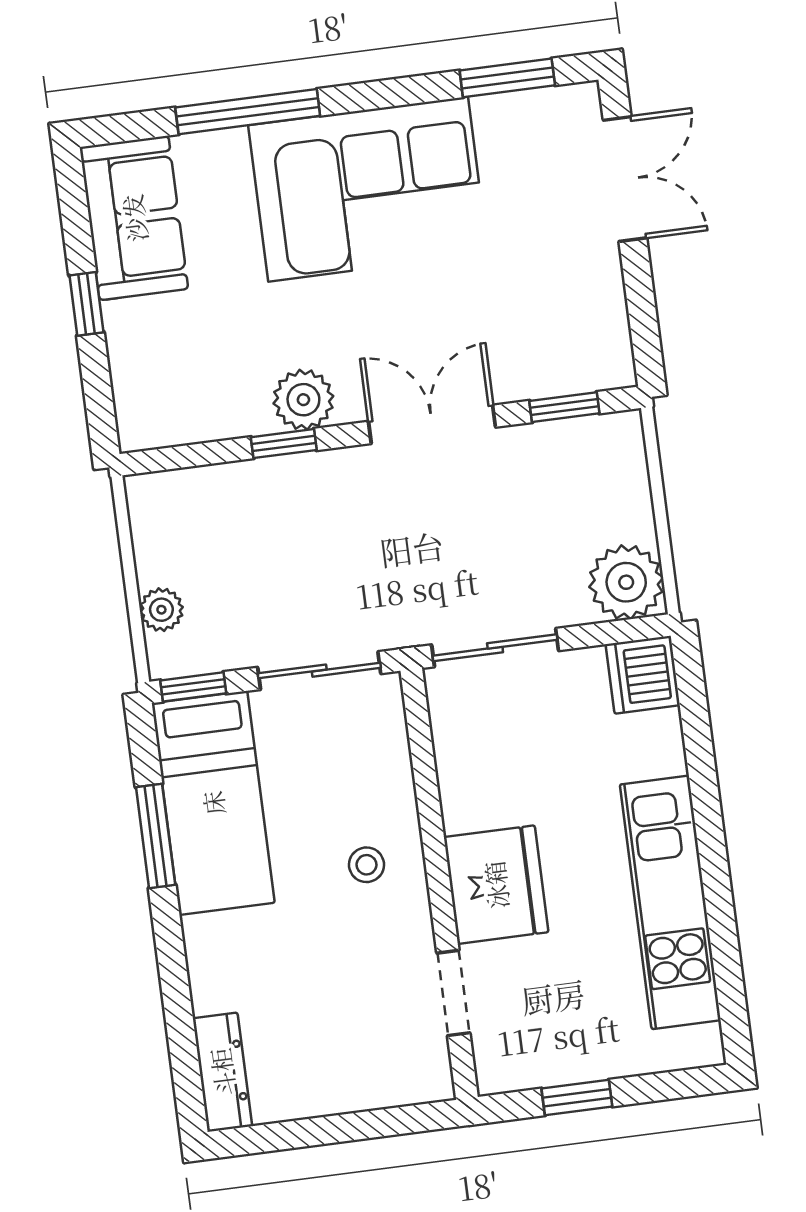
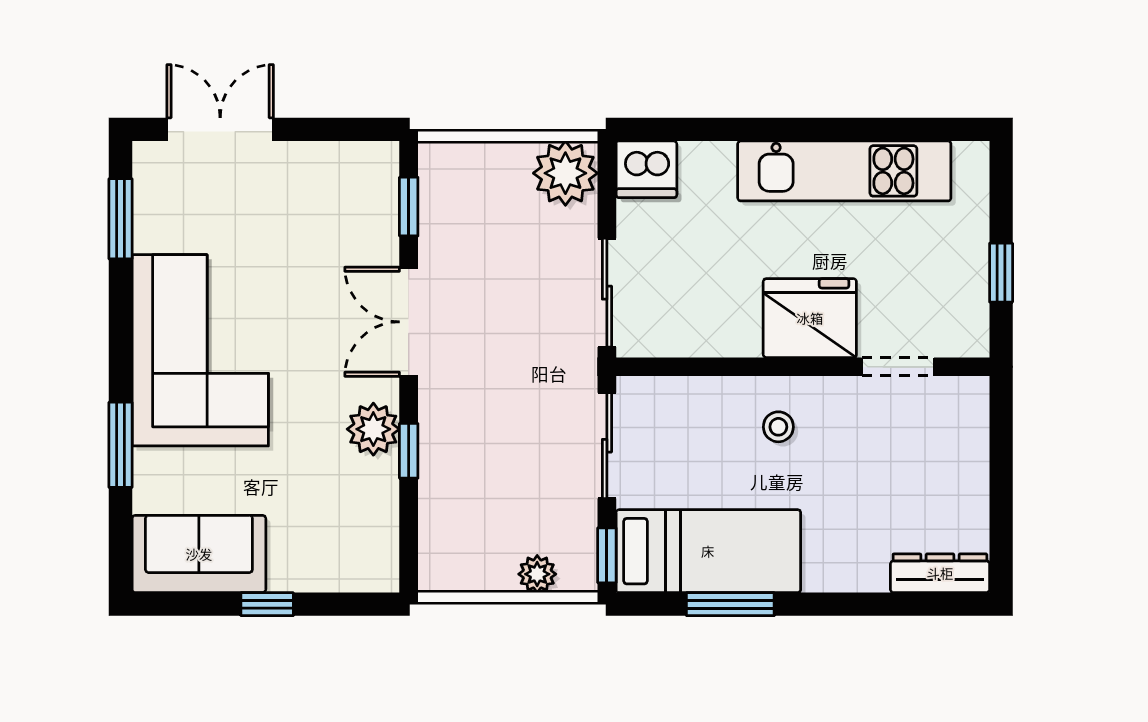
window: (248, 112) -> (121, 445), width x0.69

